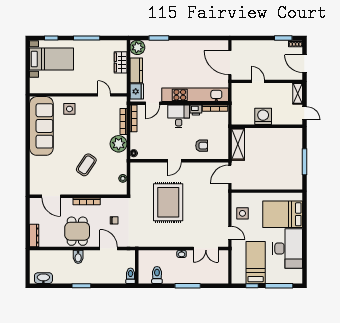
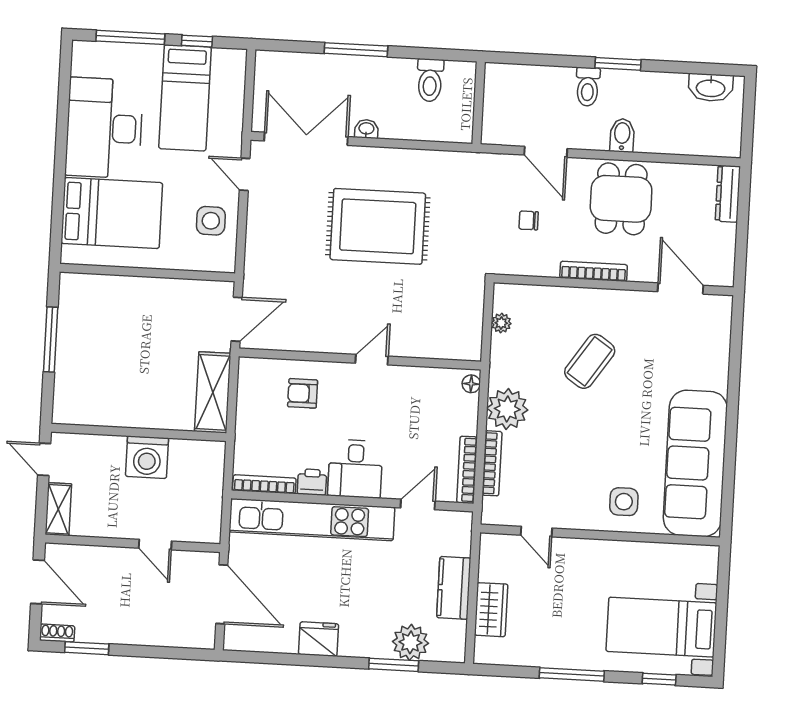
plant: (137, 47) -> (410, 642), moved
fridge: (137, 91) -> (319, 639), moved, turned 90
rug: (168, 202) -> (378, 226), moved, turned 90
double door: (206, 249) -> (306, 139), width x1.37
toilet: (131, 276) -> (588, 87), moved

